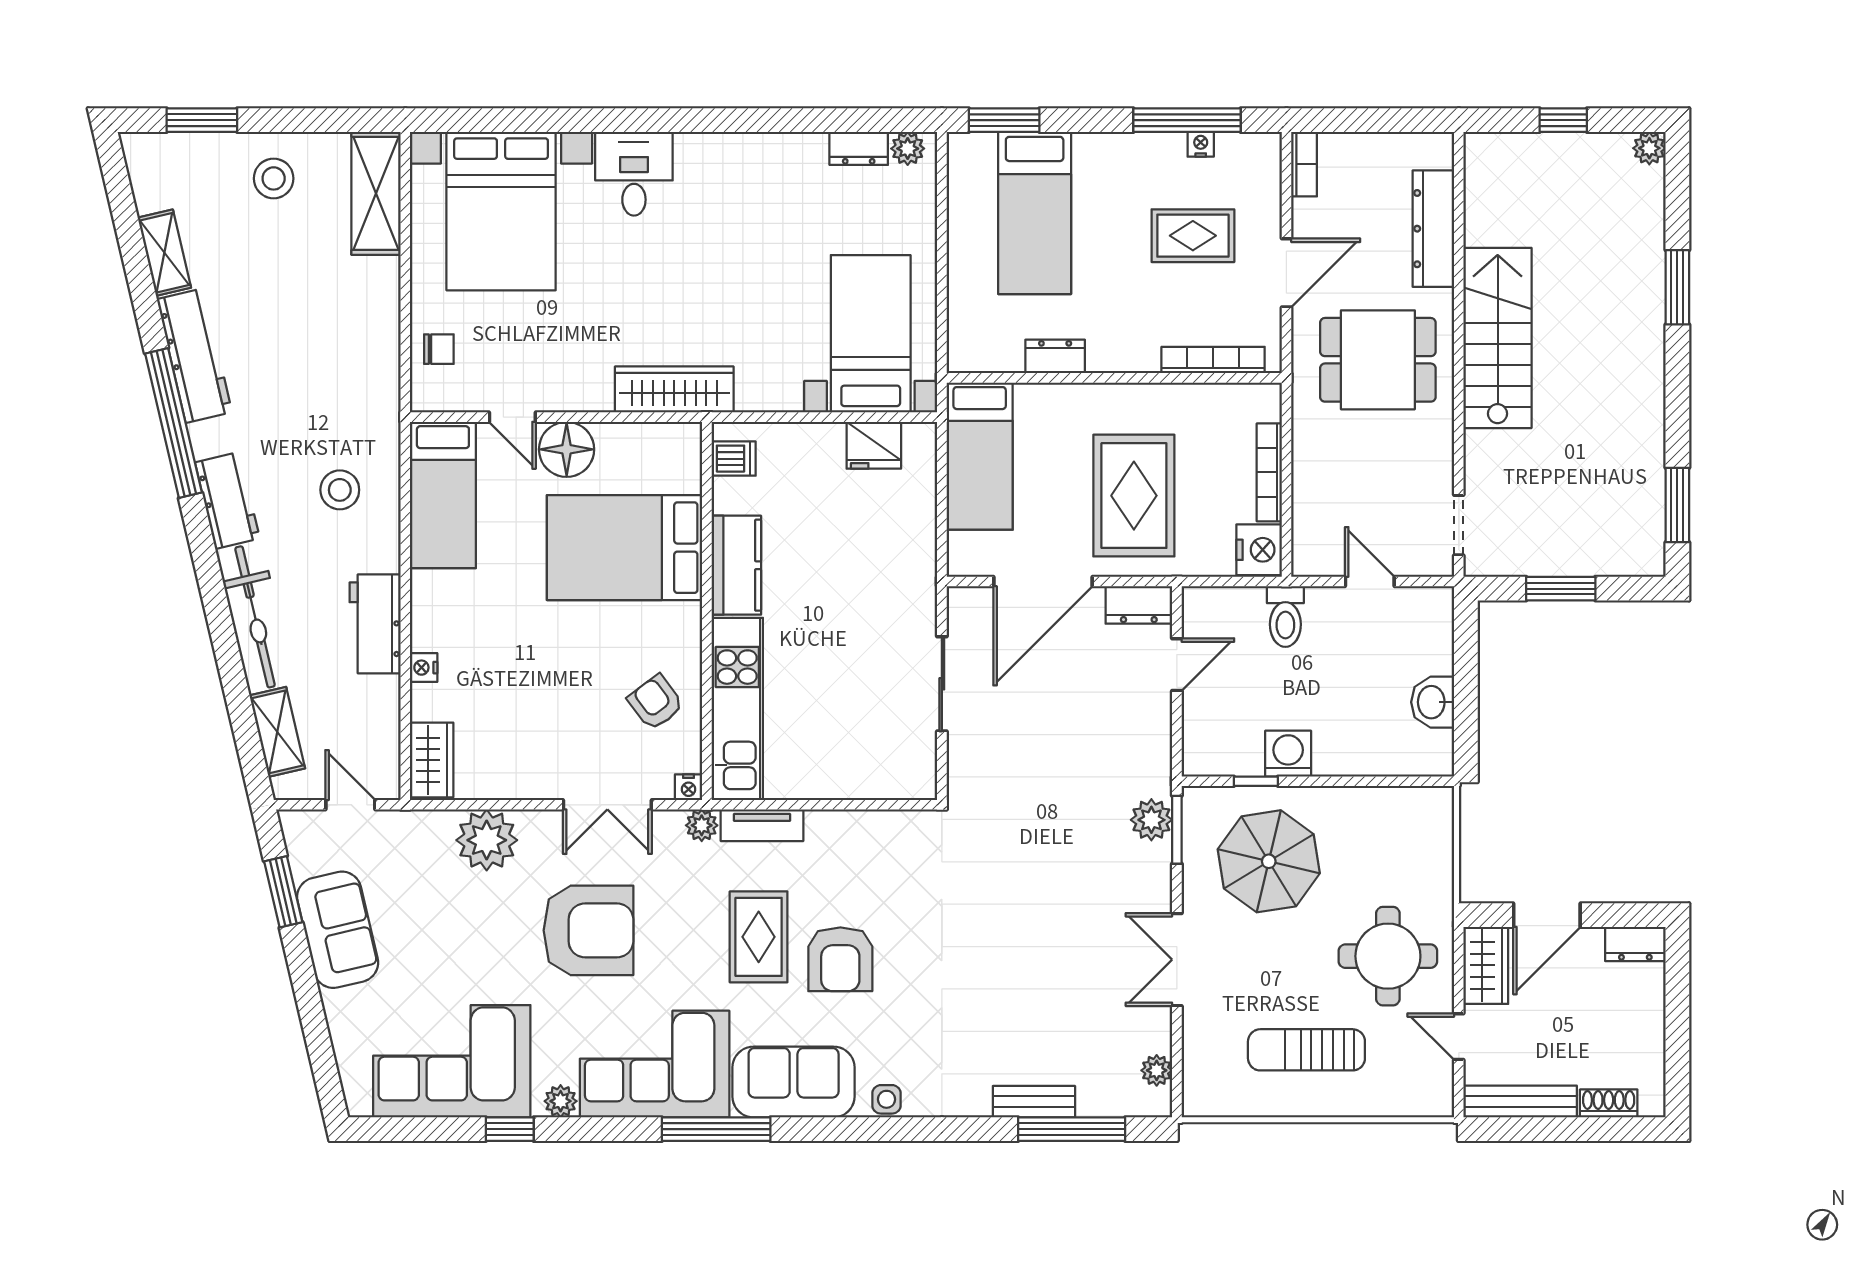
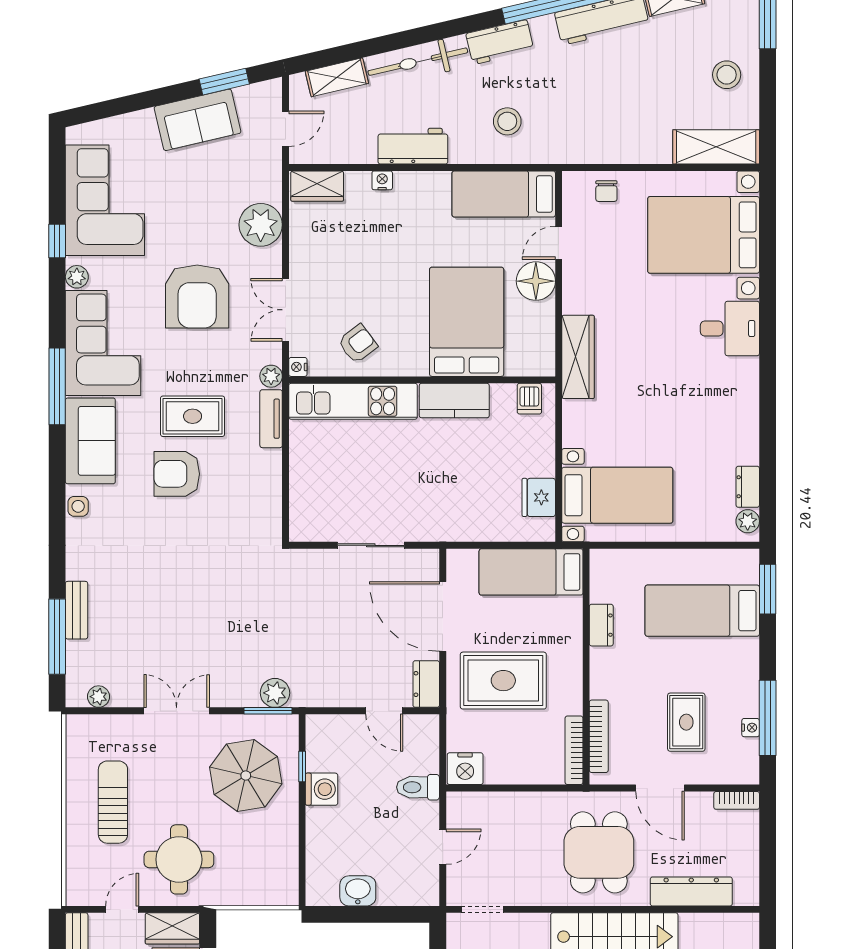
bookcase: (1269, 472) -> (574, 750), moved, turned -90

